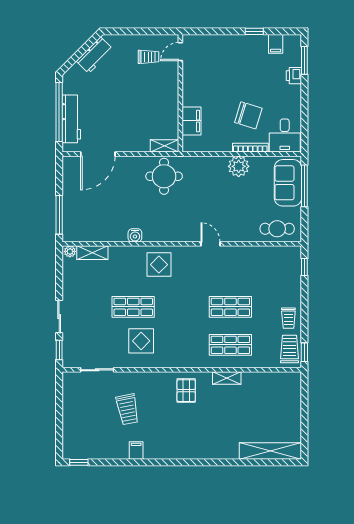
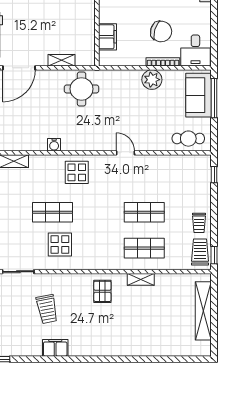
shelving: (164, 146) -> (61, 60), moved
filing cabinet: (136, 451) -> (55, 348), width x2.00
shelving: (270, 451) -> (203, 311), moved, turned 90

